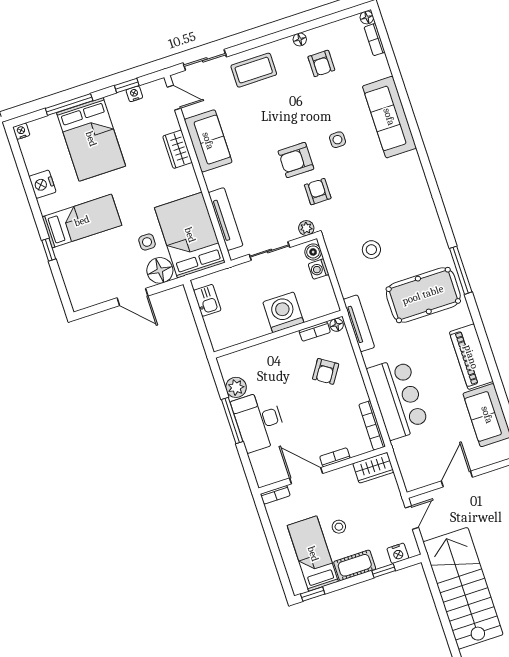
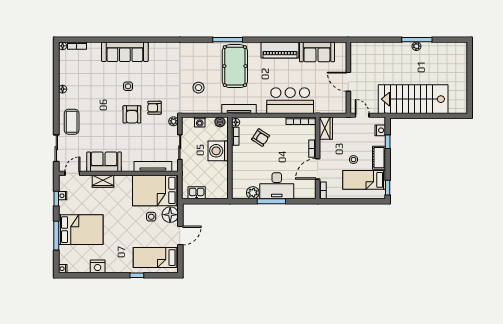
armchair: (321, 63) -> (81, 81), removed
bed: (82, 221) -> (156, 258), moved, turned -90
boiler: (313, 252) -> (220, 122), moved

